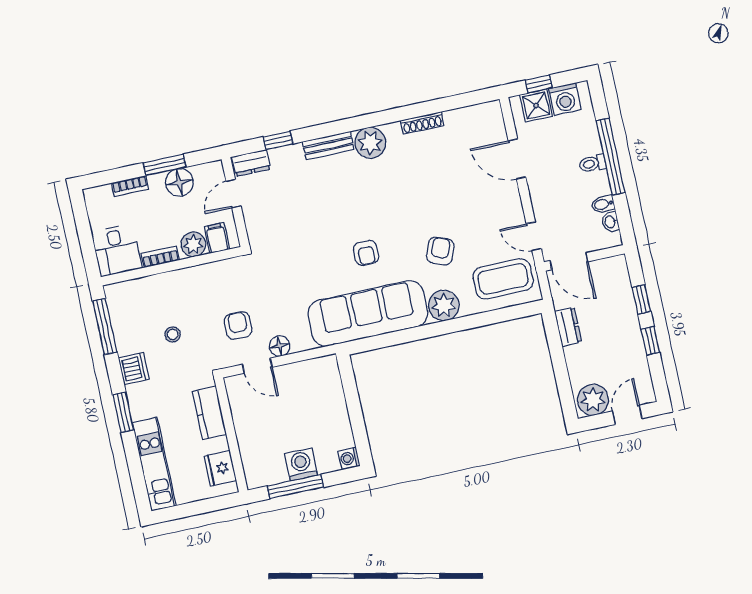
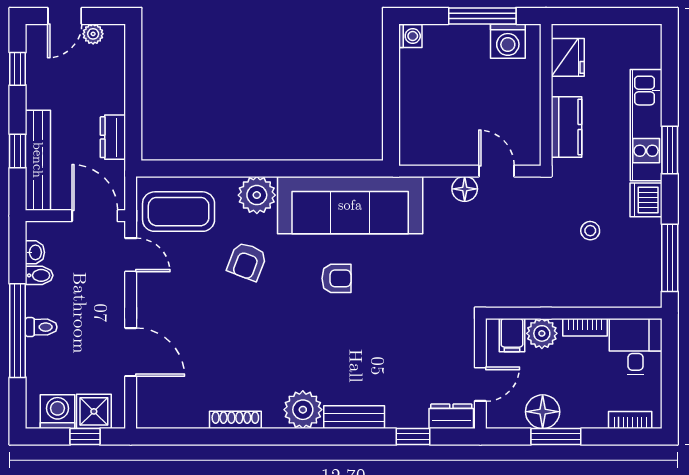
bookcase: (130, 186) -> (630, 420), moved
armchair: (366, 253) -> (336, 278), turned 90
bench: (624, 295) -> (38, 160), added
armchair: (238, 326) -> (509, 224), removed
window: (650, 341) -> (18, 69), moved
plant: (593, 400) -> (93, 34), width x0.53, depth x0.53
kitchen unit: (154, 464) -> (646, 125), moved
washing machine: (301, 464) -> (508, 41), moved

